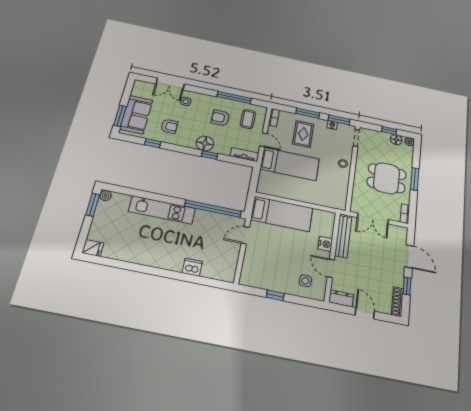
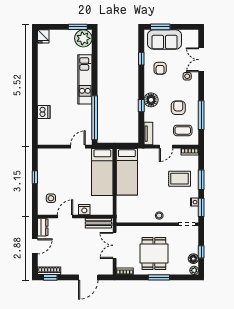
bed: (290, 164) -> (127, 172), moved
plant: (105, 196) -> (83, 38), width x1.88, depth x1.88
door: (245, 235) -> (78, 147), hinge flipped
bench: (343, 237) -> (98, 223), width x0.73
window: (407, 286) -> (50, 277), moved

